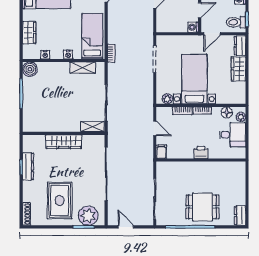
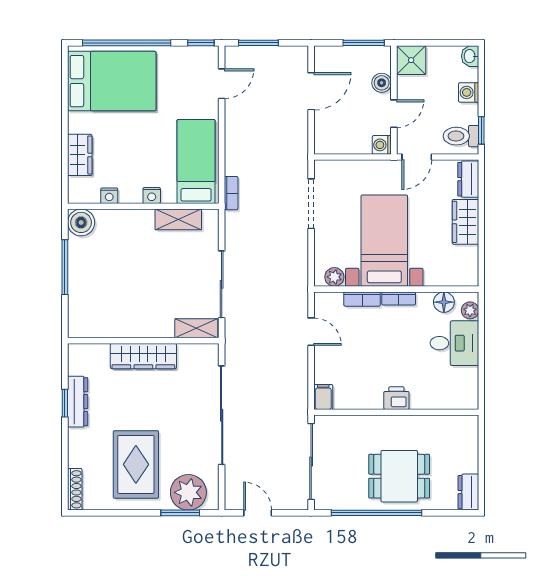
filing cabinet: (161, 152) -> (323, 397), moved
printer: (201, 152) -> (396, 398), moved
wall: (201, 160) -> (396, 412), moved

